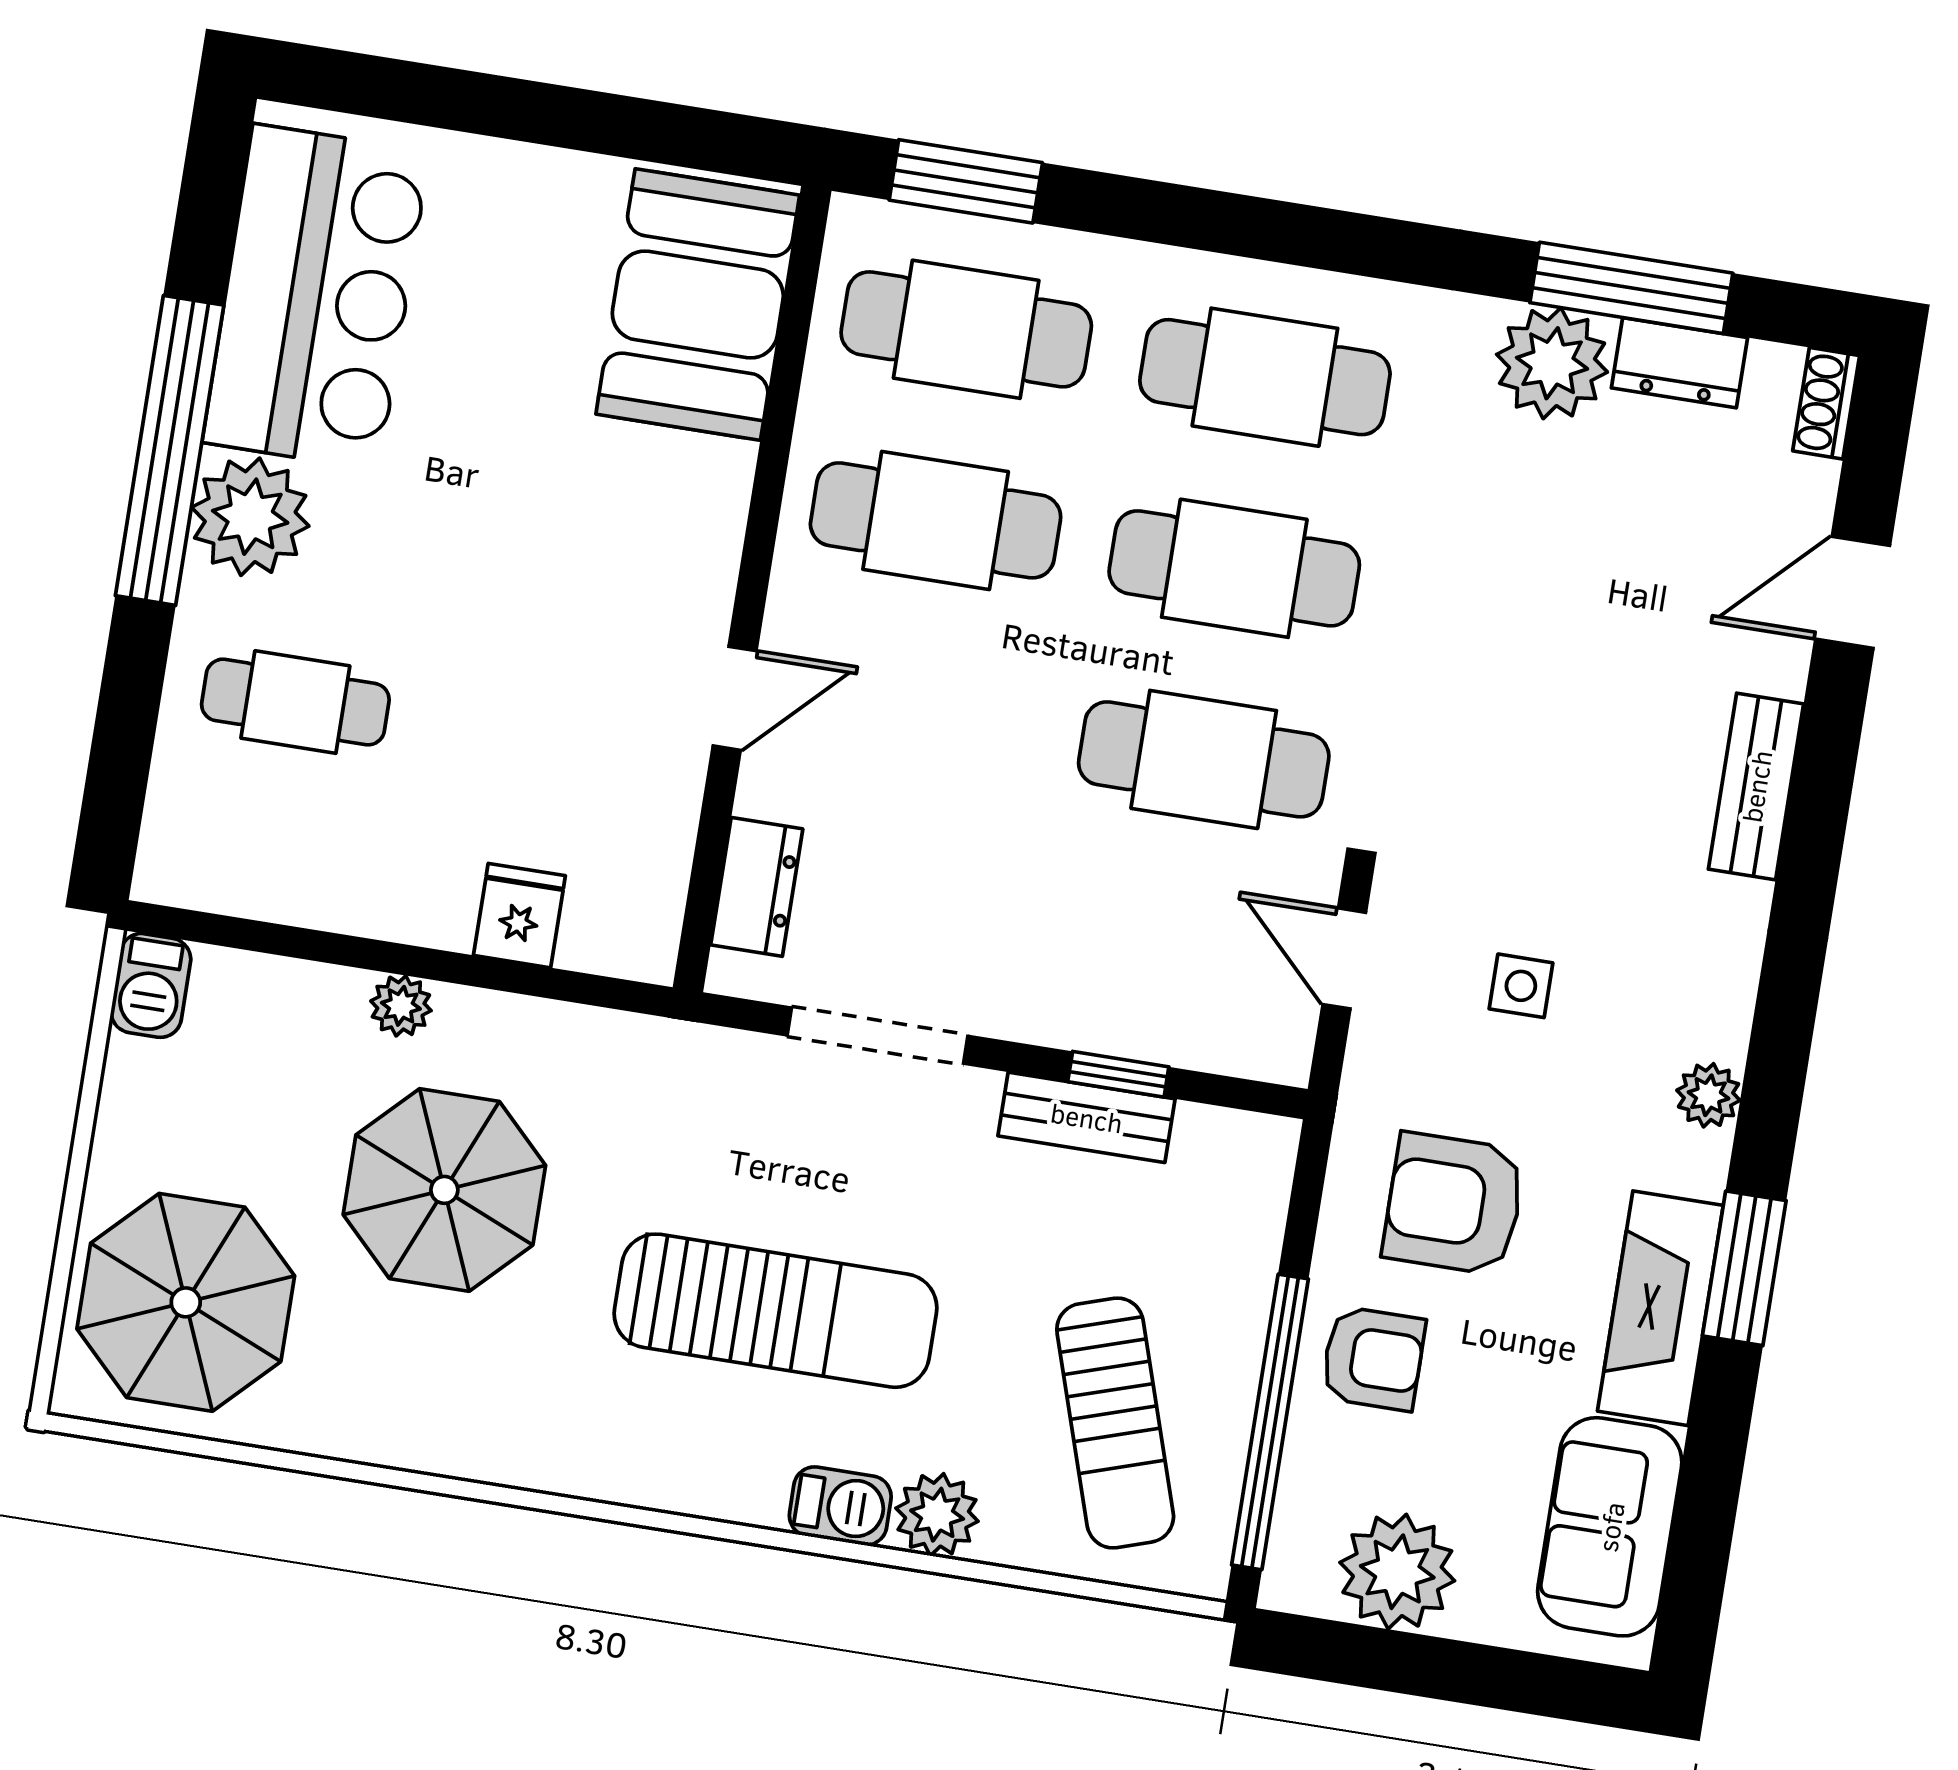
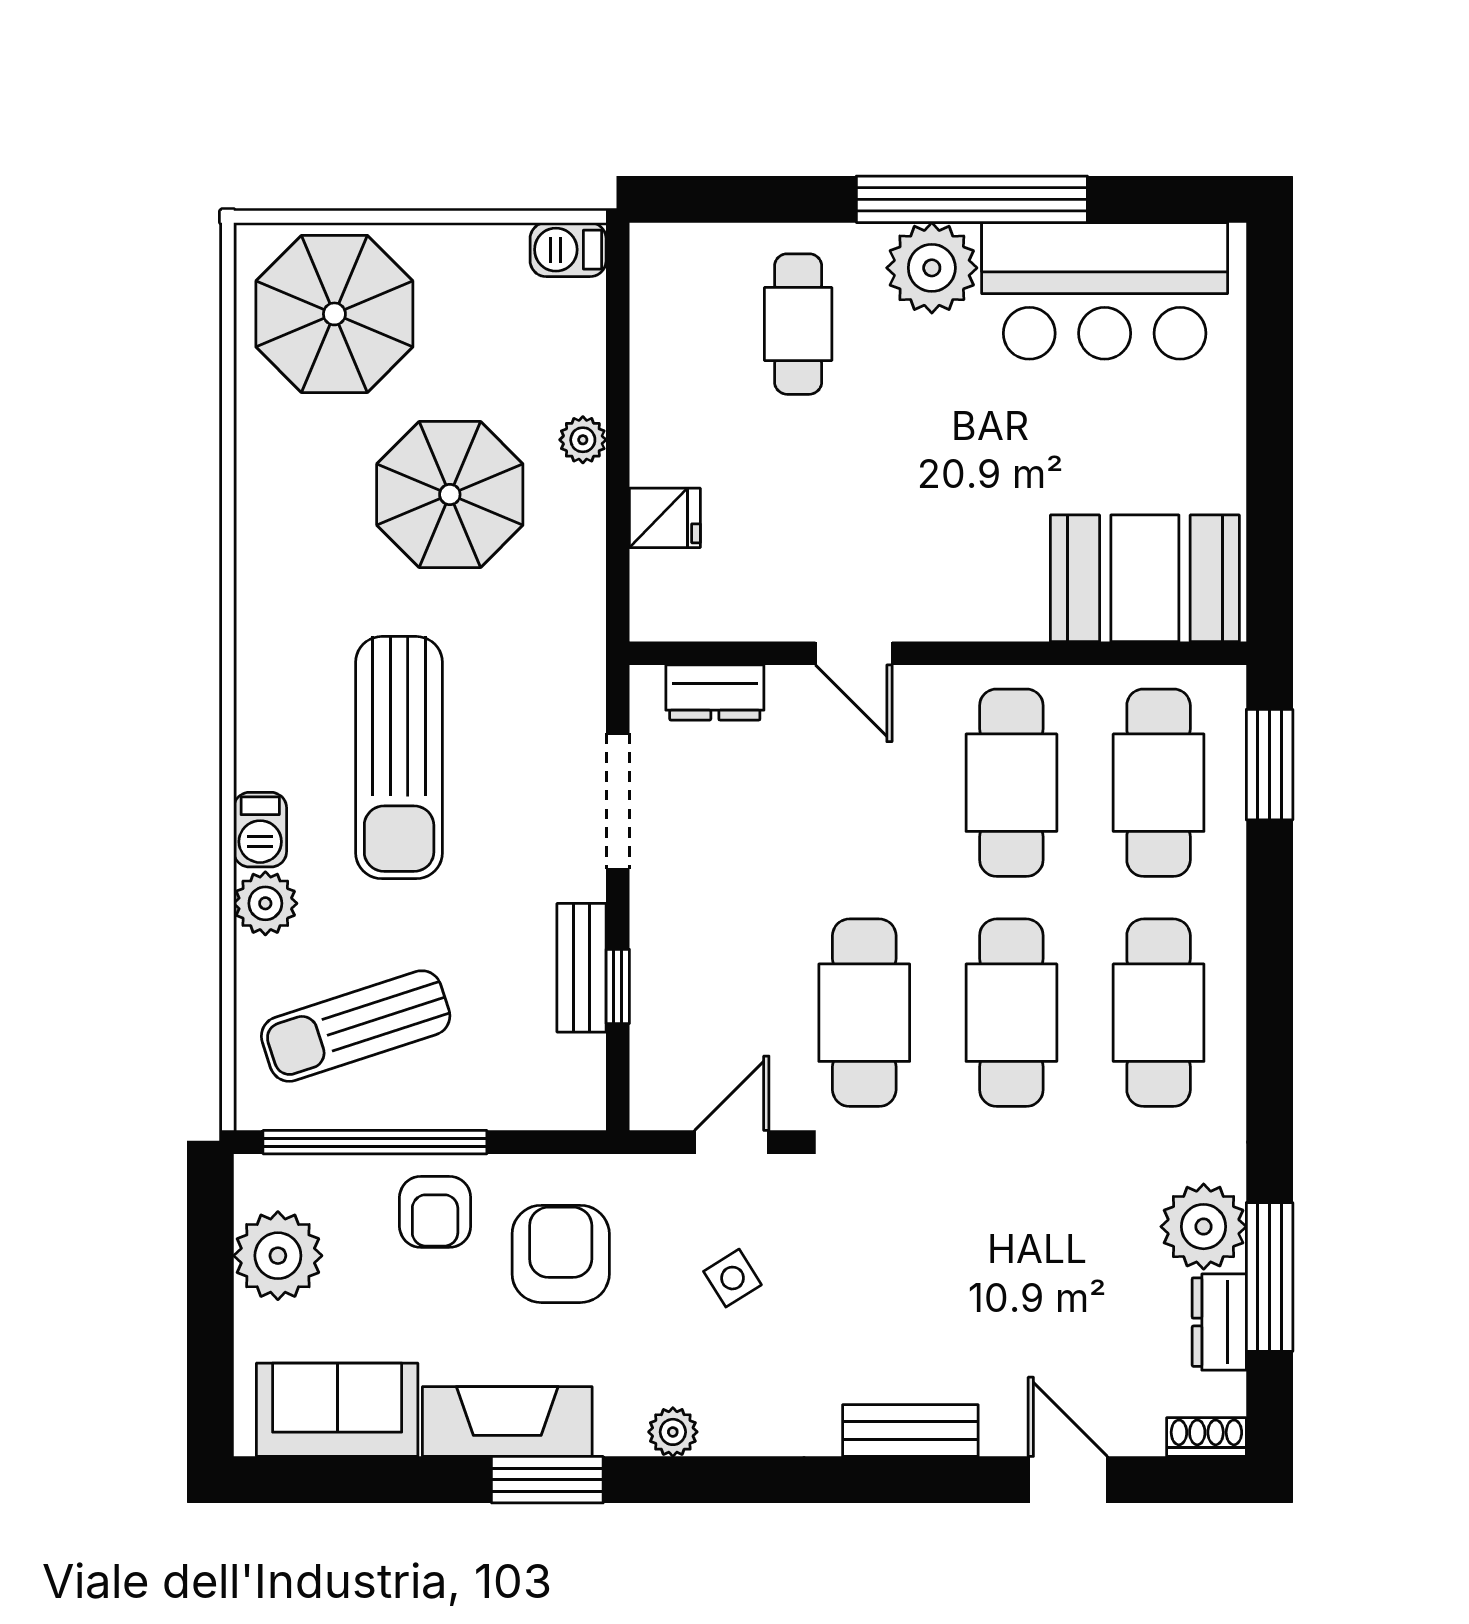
side table: (1521, 986) -> (732, 1278), turned -32

